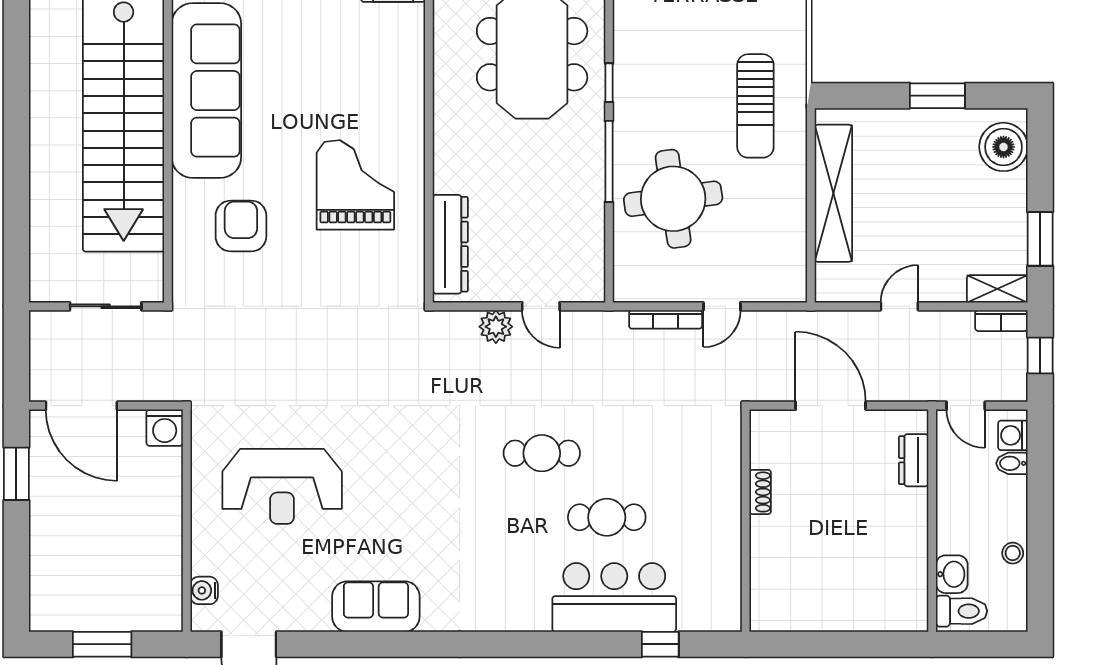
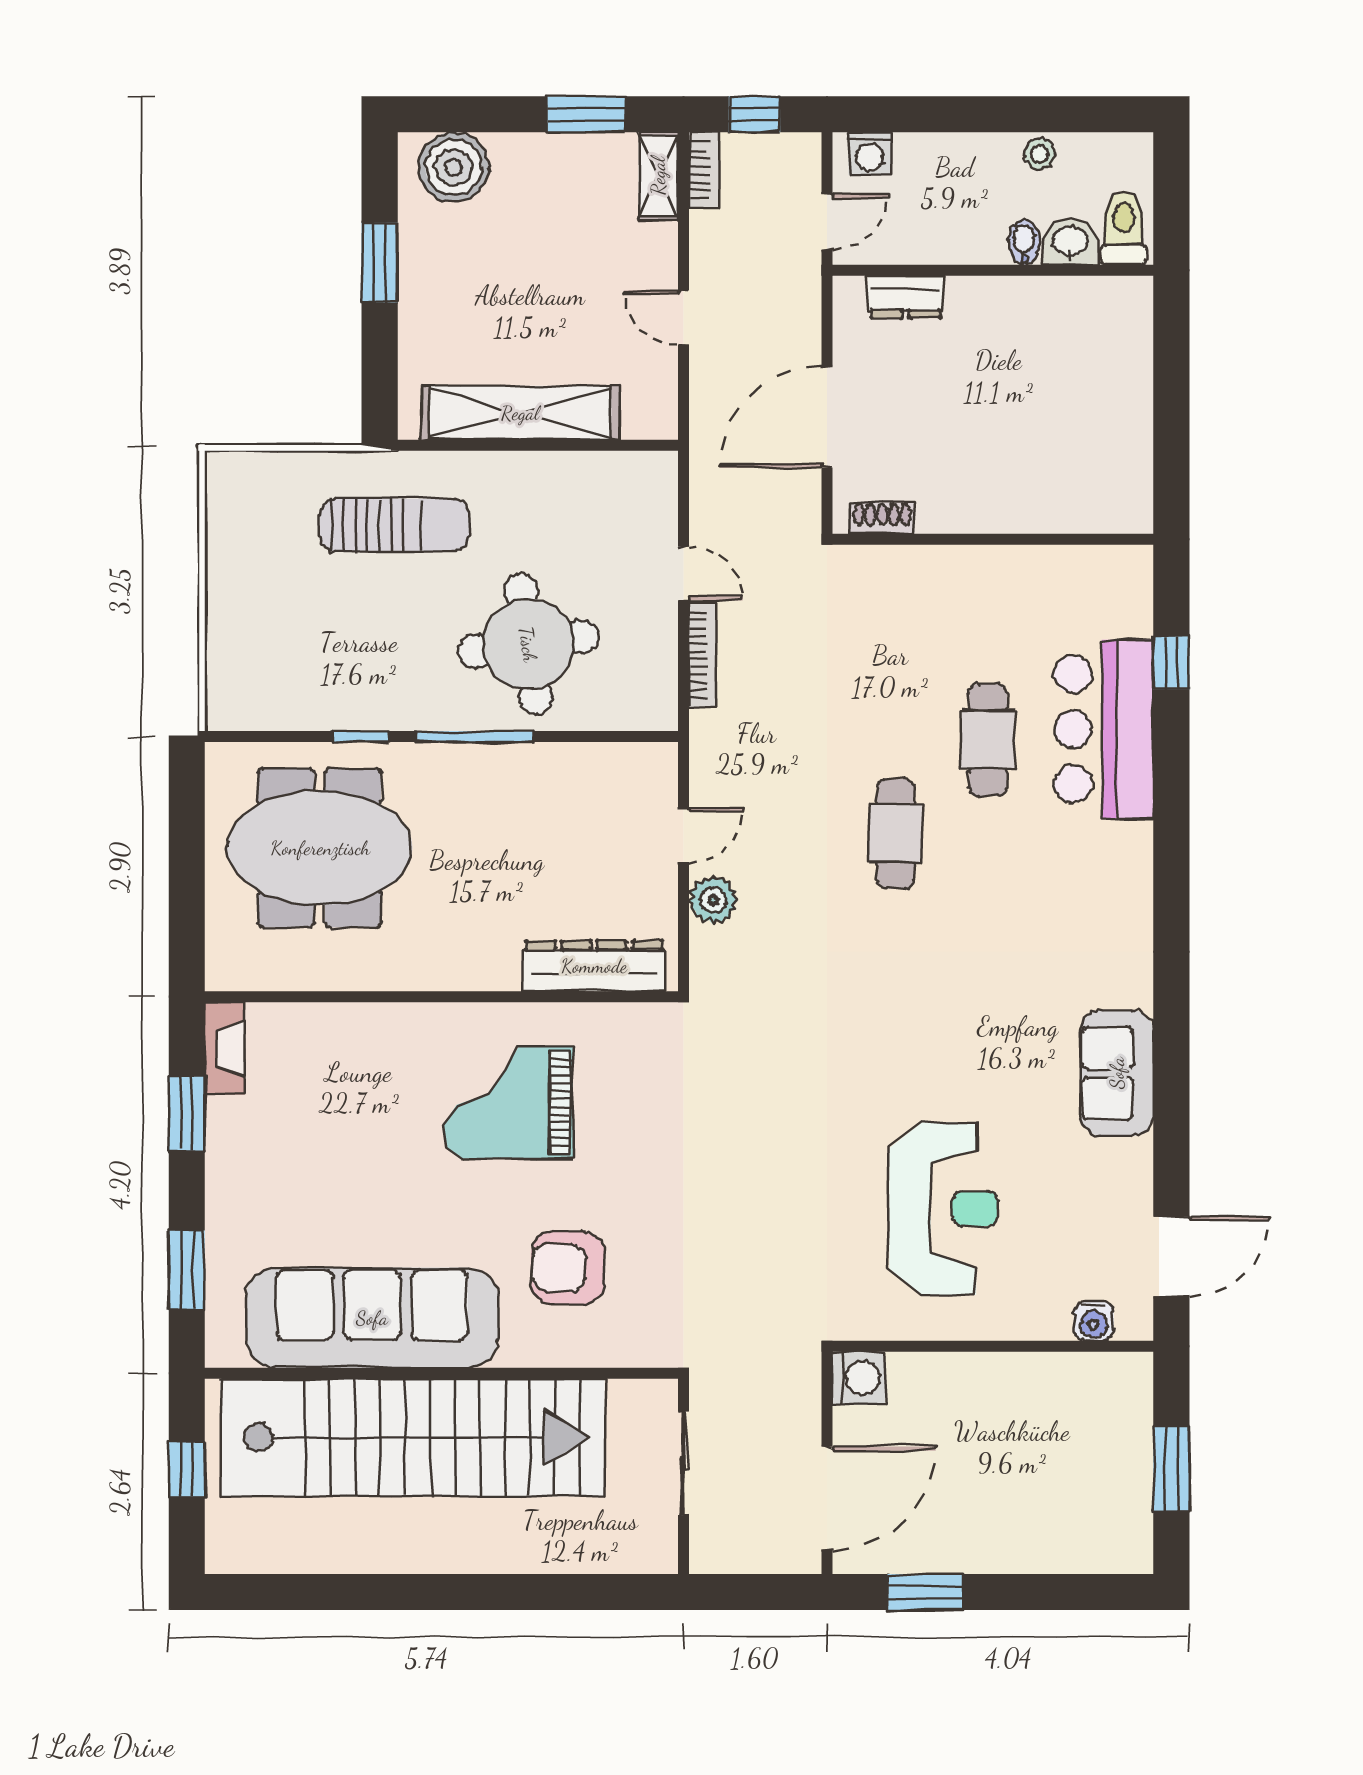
bidet: (1012, 463) -> (1024, 242), moved, turned 180
shoe rack: (760, 492) -> (882, 518), moved

